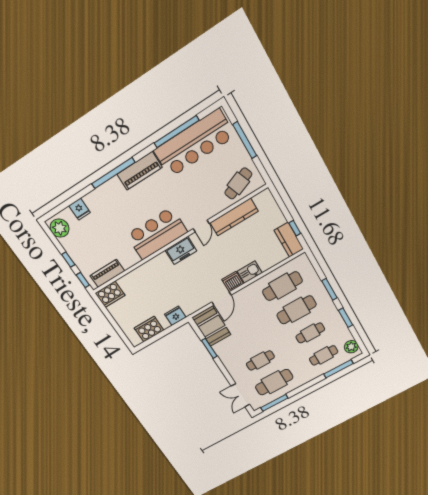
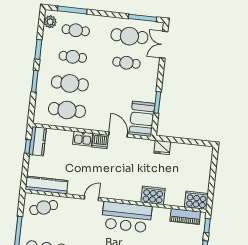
kitchen counter: (234, 217) -> (47, 185), moved
freezer: (181, 251) -> (119, 192), removed
door: (221, 299) -> (118, 135), hinge flipped
cooker: (149, 329) -> (153, 195), moved, turned 180
double door: (240, 395) -> (164, 45), swing flipped

